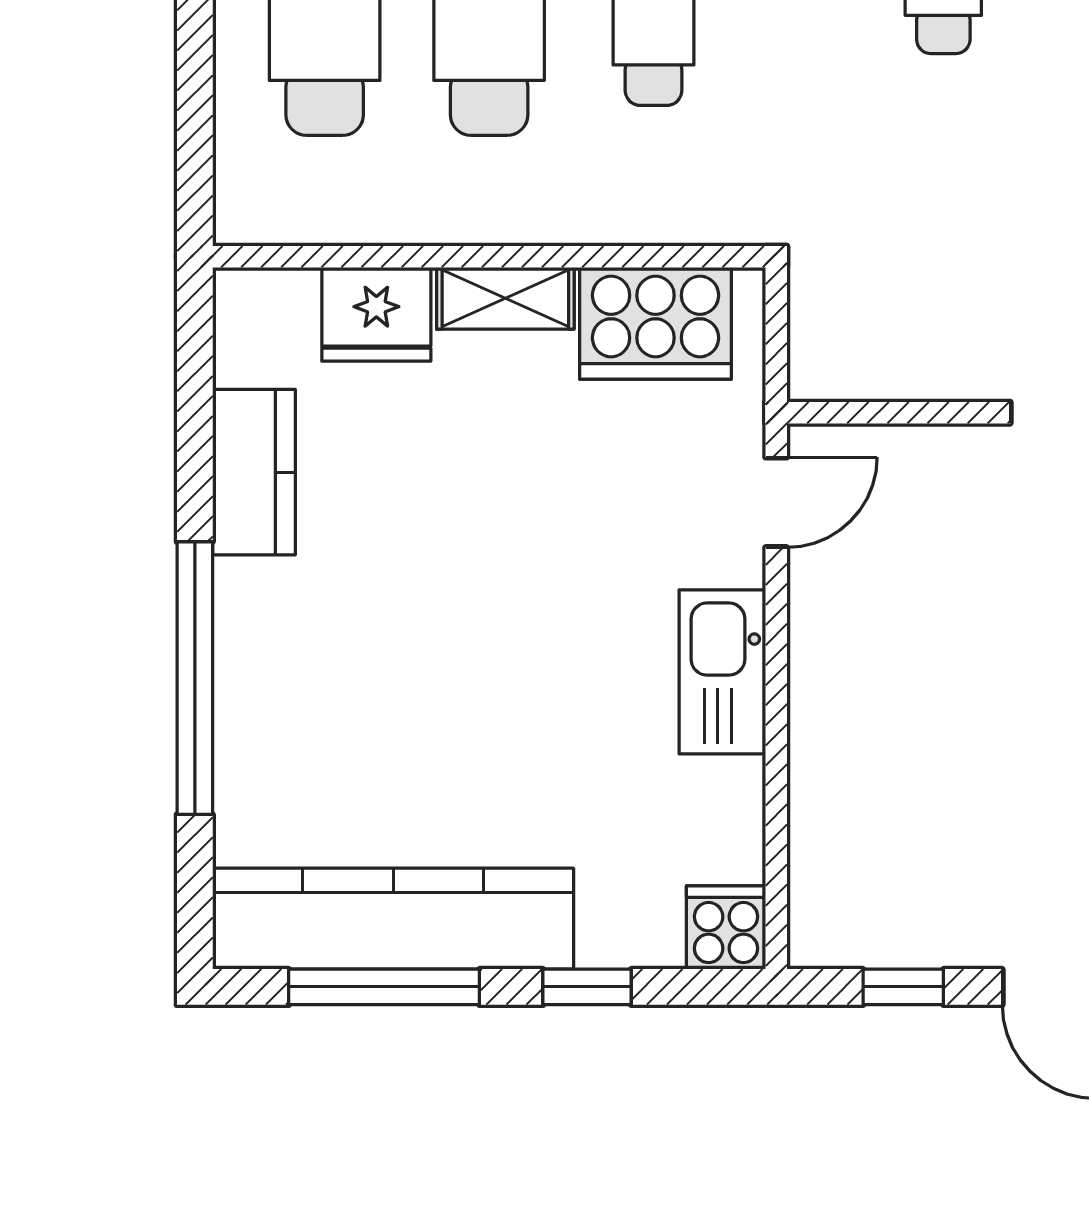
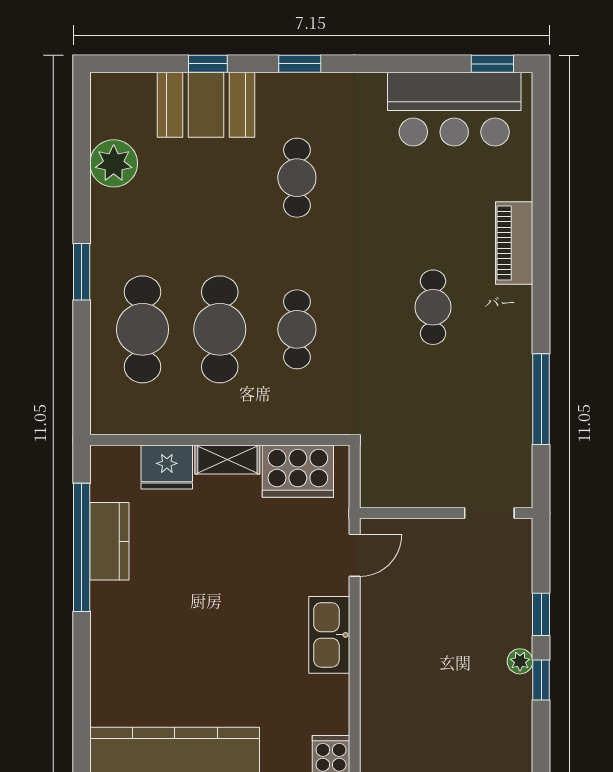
window: (195, 678) -> (82, 547), moved

